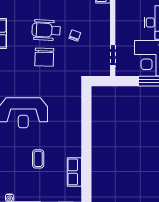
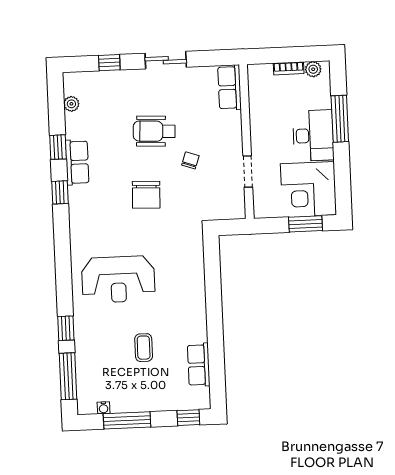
wheelchair: (46, 30) -> (154, 131), moved
doorway: (113, 55) -> (248, 171), moved

